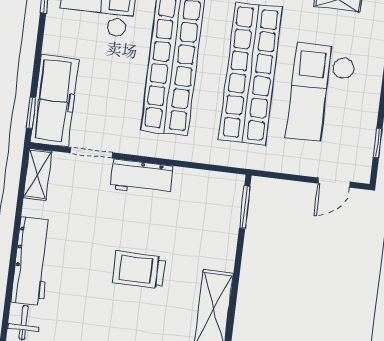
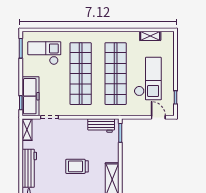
checkout: (321, 93) -> (148, 79), turned 180
workbench: (142, 178) -> (101, 125), moved
door: (334, 183) -> (158, 117), swing flipped

